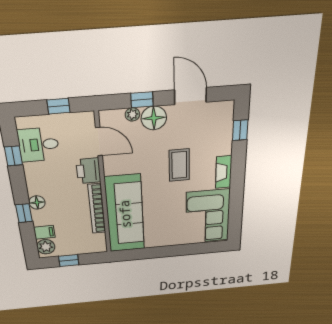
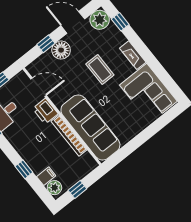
plant: (132, 114) -> (100, 20), moved, width x1.88, depth x1.88
floor lamp: (37, 202) -> (27, 156), removed

